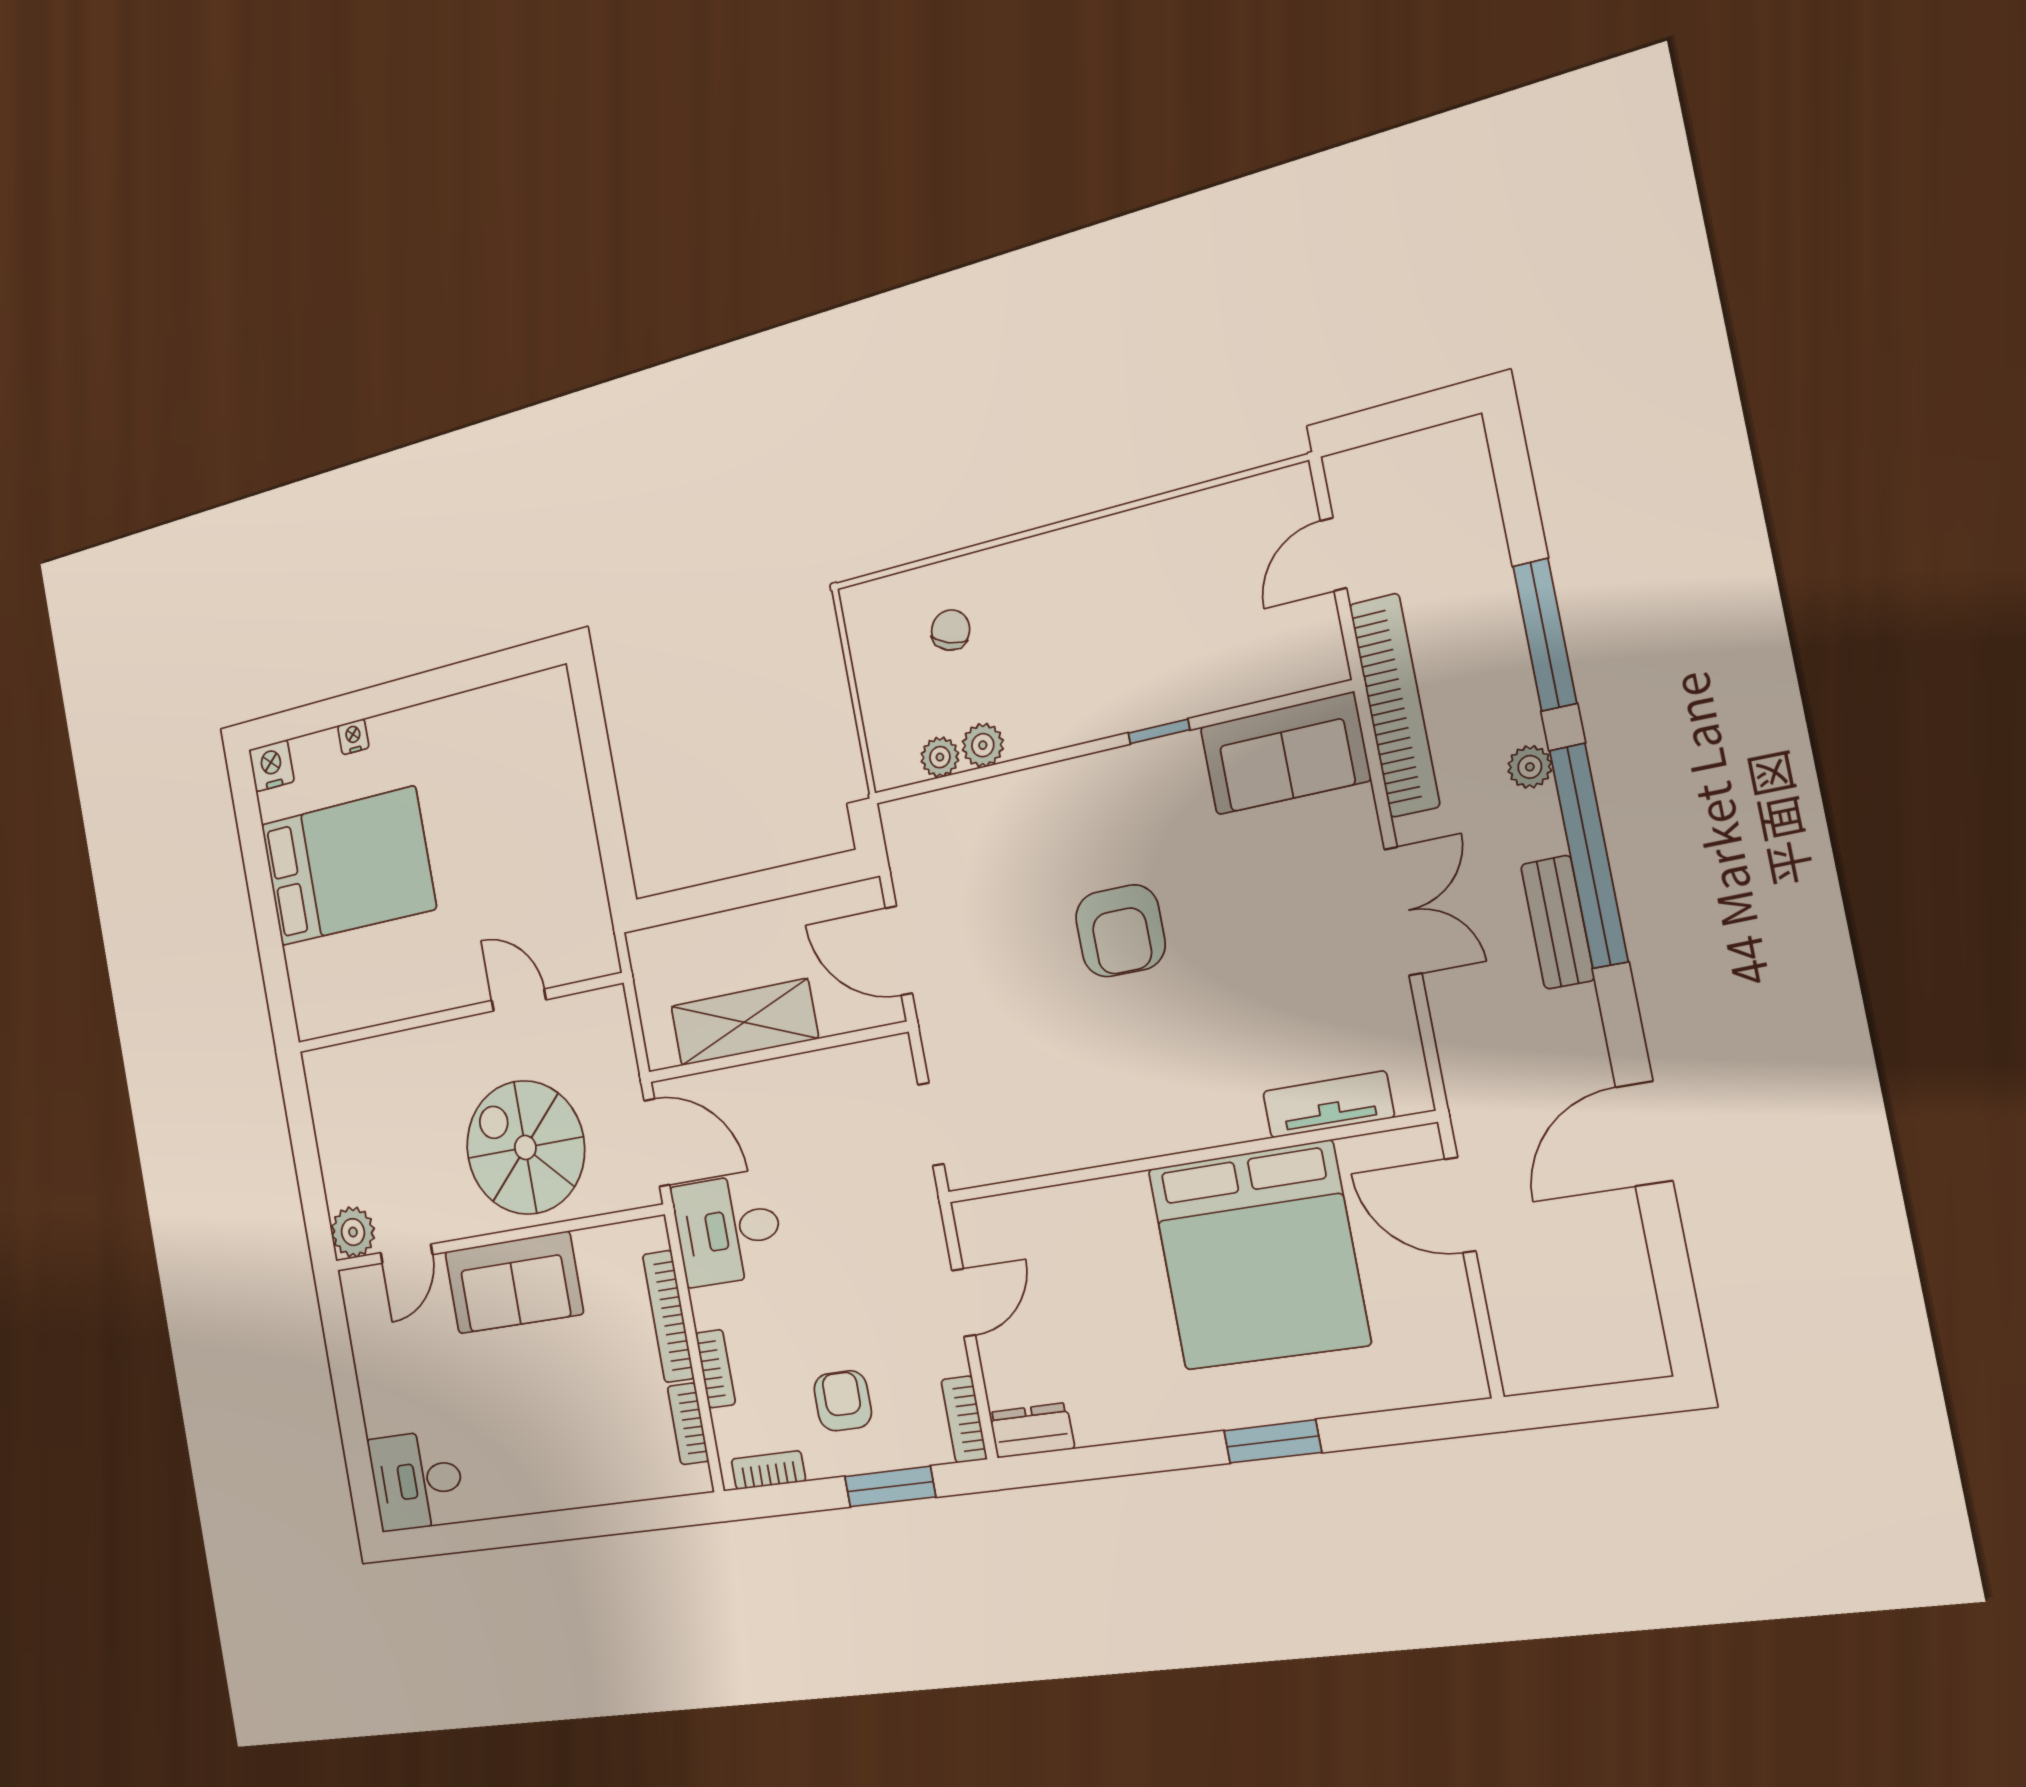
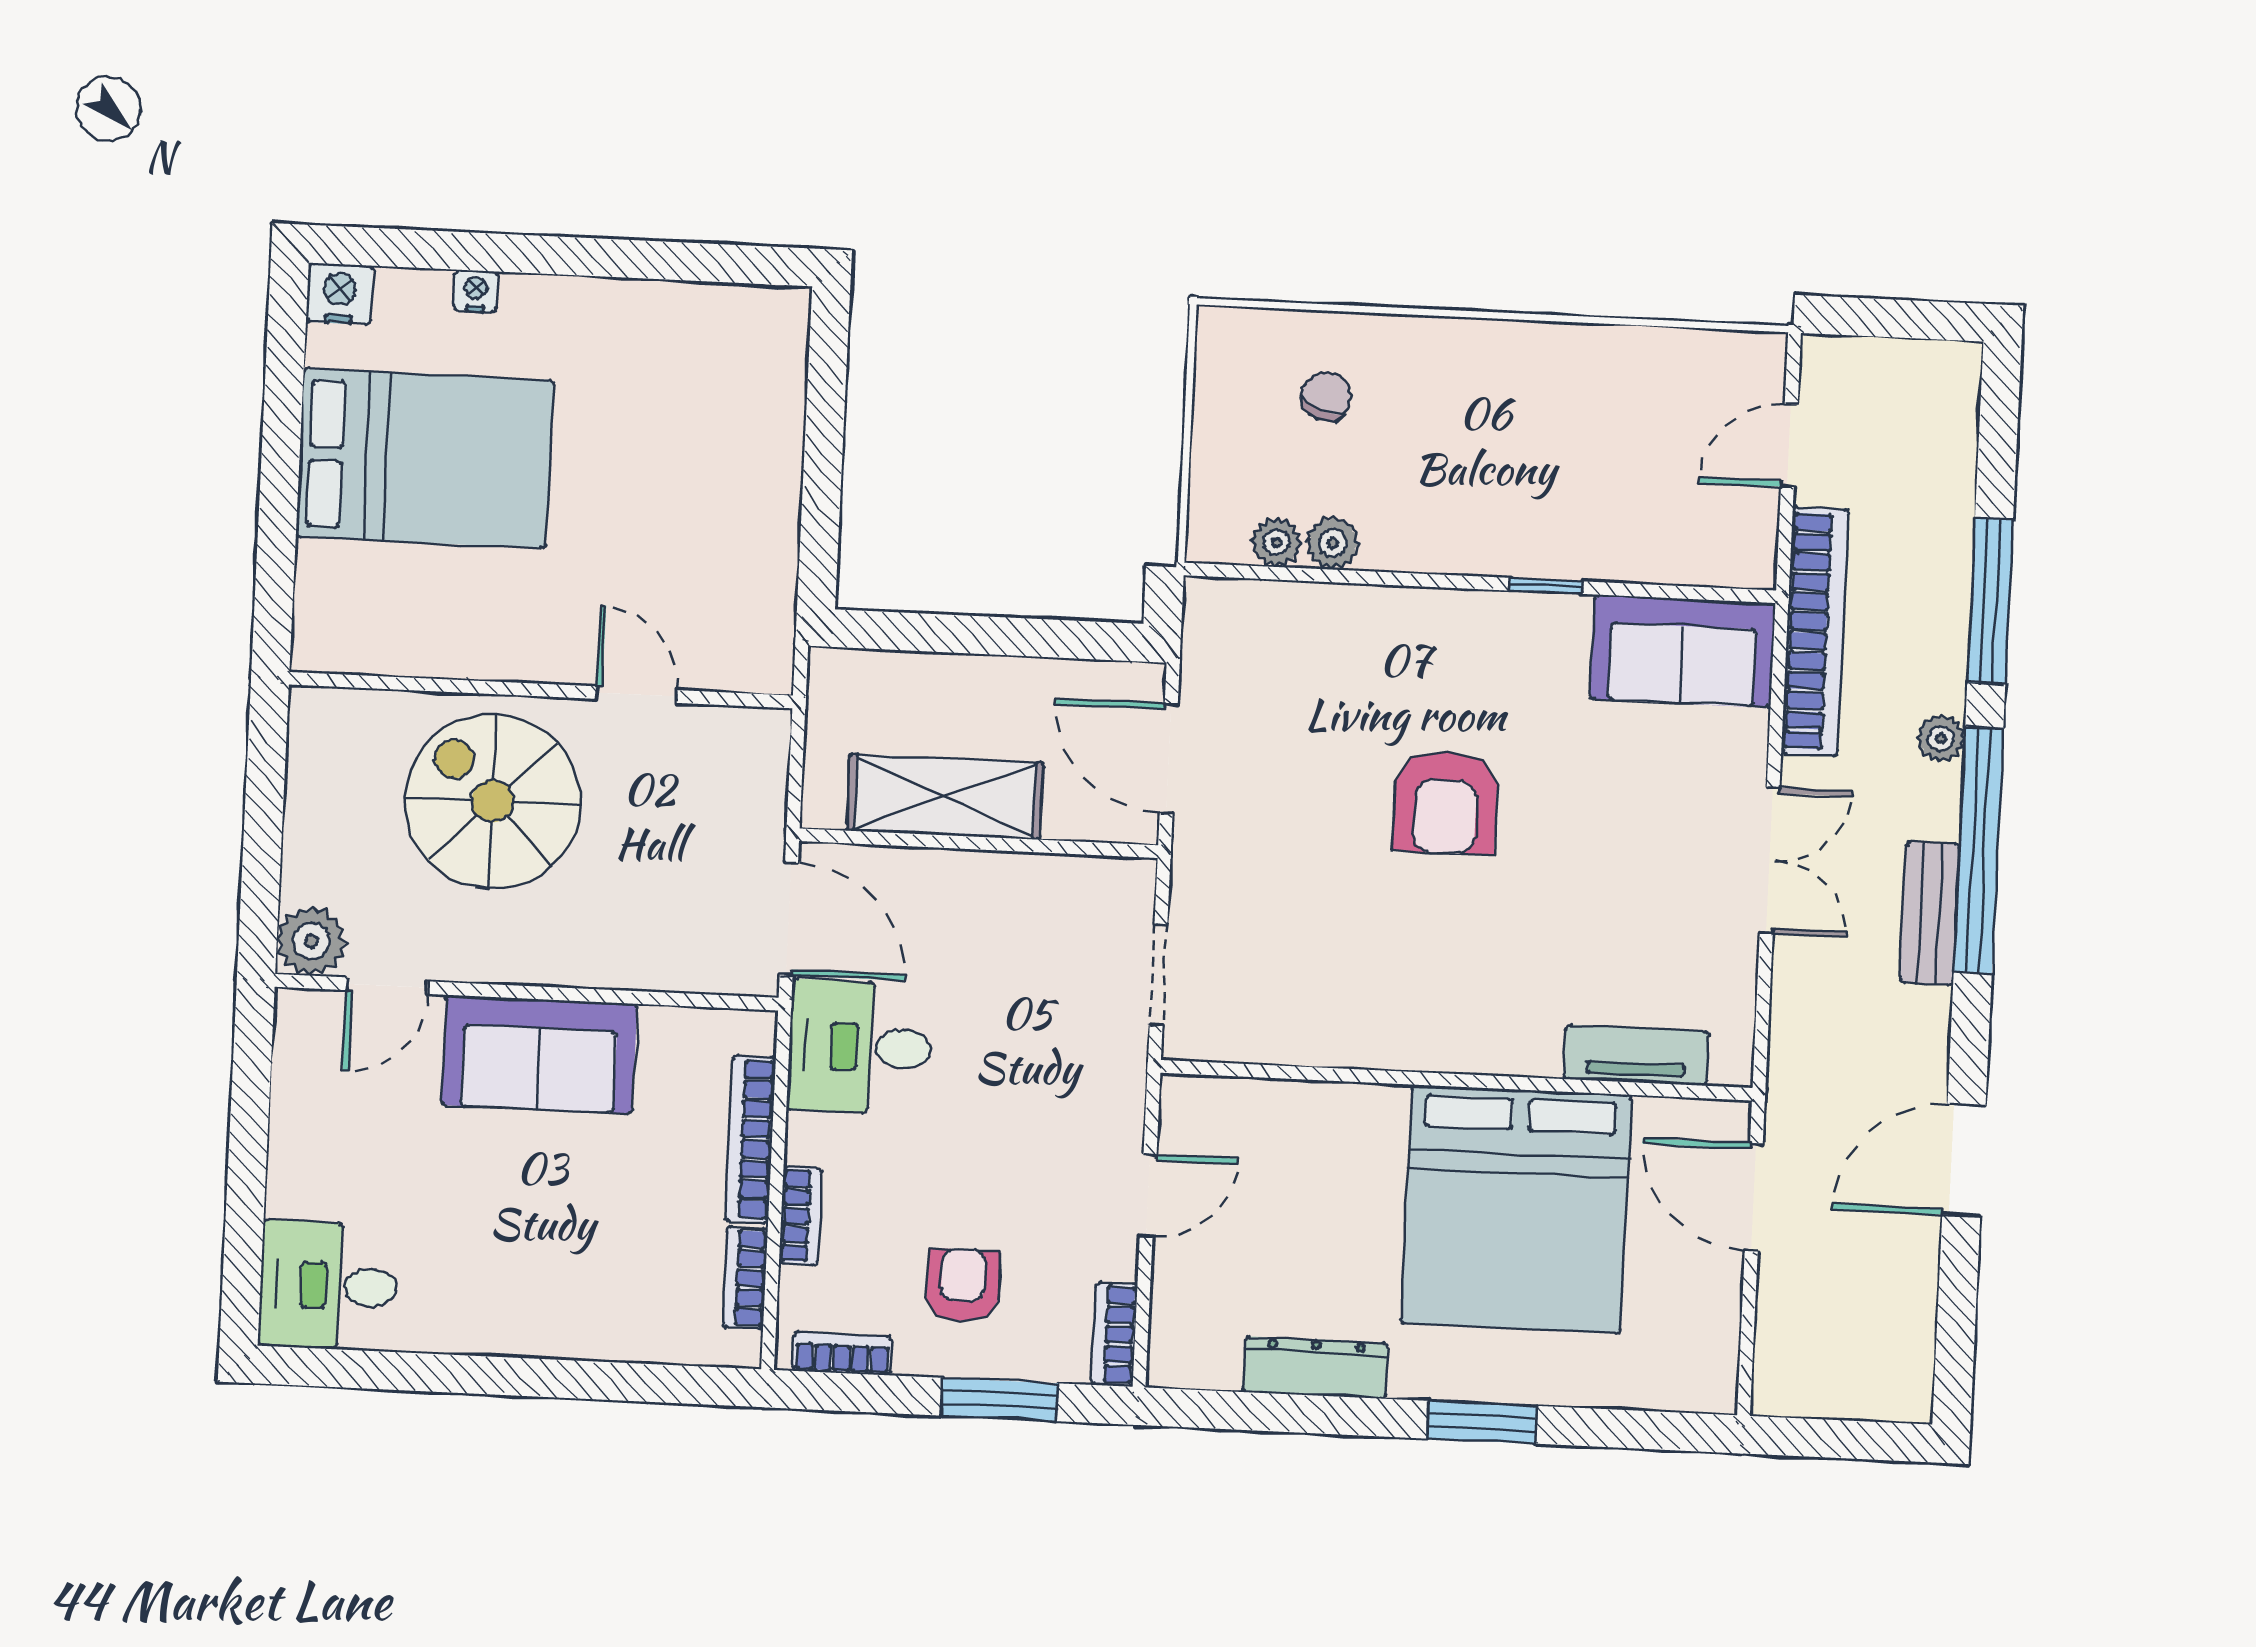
spiral stairs: (525, 1148) -> (493, 801), moved
dresser: (1032, 1430) -> (1315, 1367), moved, width x1.44

